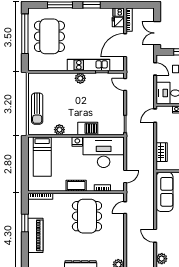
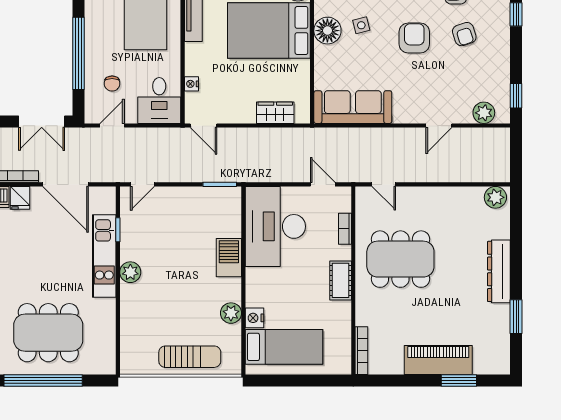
nightstand: (77, 142) -> (254, 318), moved
window: (25, 223) -> (459, 381), moved

